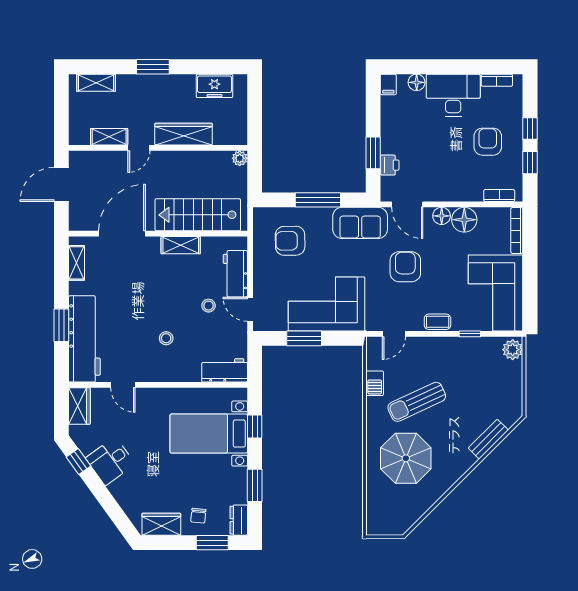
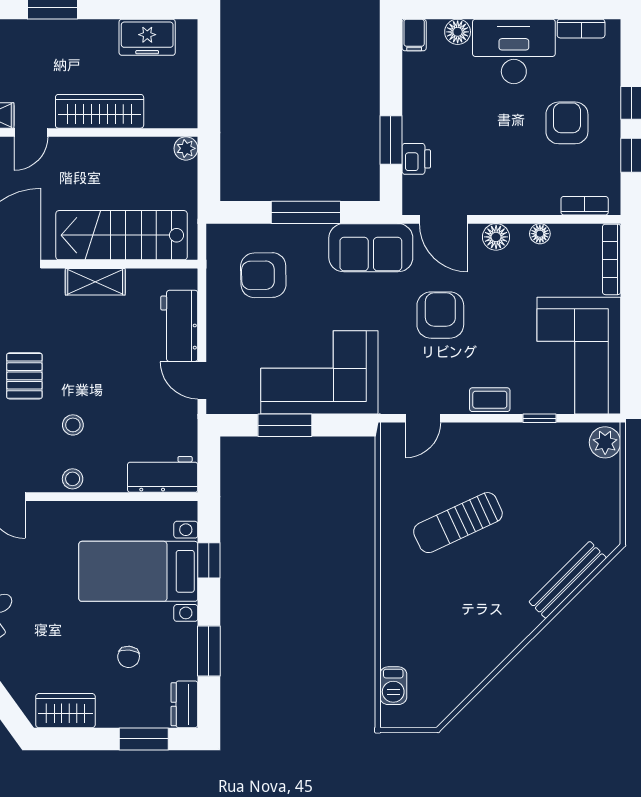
floor lamp: (464, 220) -> (540, 234), width x0.53, depth x0.53
pallet: (135, 306) -> (24, 376), added
stool: (209, 306) -> (73, 479), moved
barbecue: (375, 383) -> (393, 686), moved
bench: (488, 439) -> (568, 580), width x1.36
parasol: (406, 458) -> (441, 609), removed
chair: (198, 516) -> (129, 657), moved

